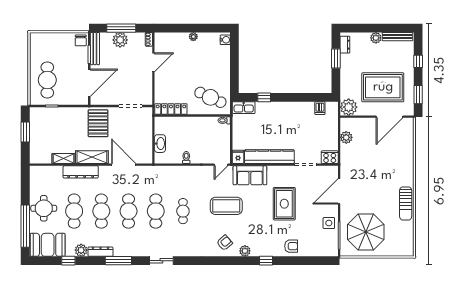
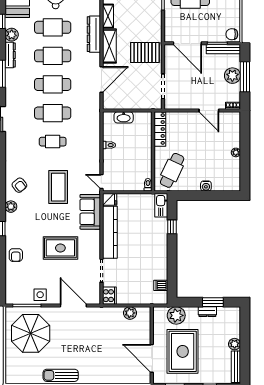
water cooler: (225, 40) -> (206, 186), moved
dresser: (345, 45) -> (207, 312), moved
plant: (349, 107) -> (176, 315), moved

